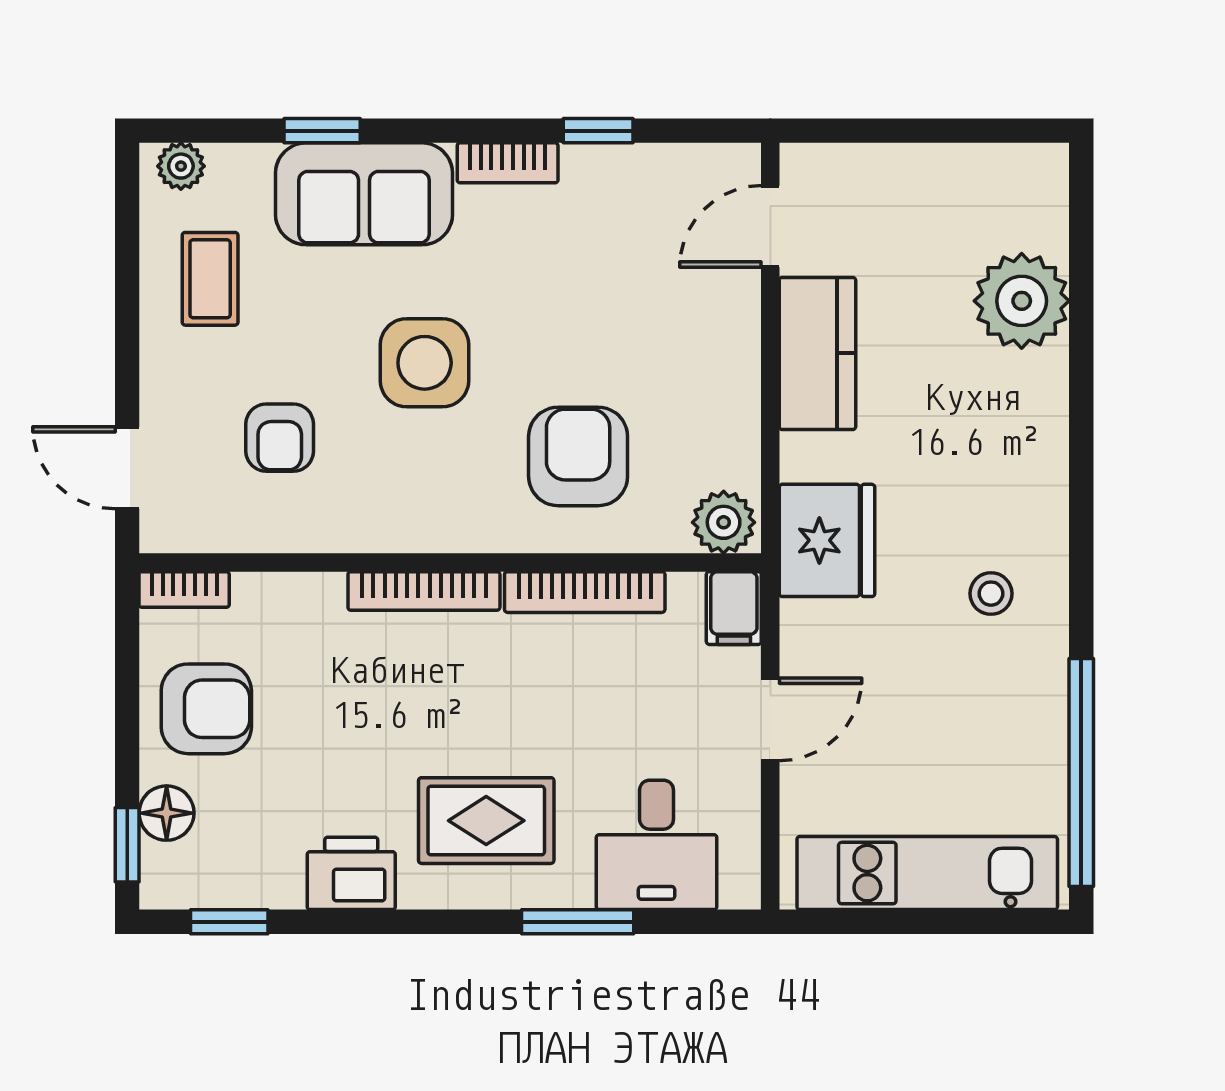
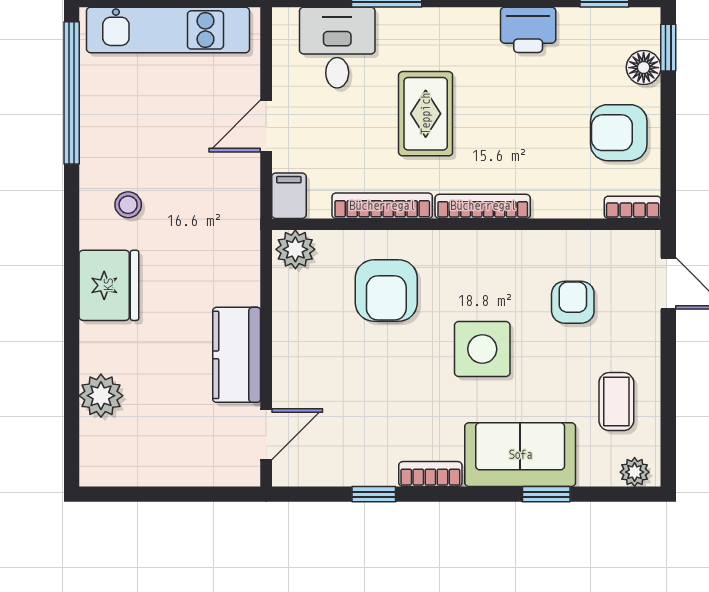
plant: (1022, 301) -> (101, 396), width x0.73, depth x0.73
fridge: (827, 540) -> (109, 285), moved, turned 180
rug: (486, 821) -> (426, 114), moved, turned 90

